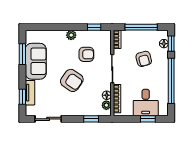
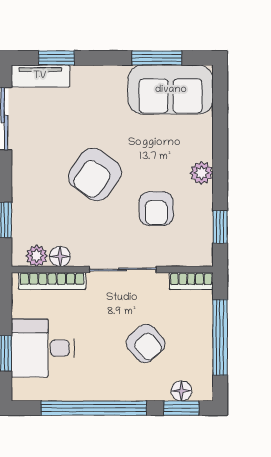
armchair: (144, 59) -> (146, 343), turned -116
sofa: (36, 61) -> (171, 90), moved
tv unit: (30, 93) -> (40, 76), moved

